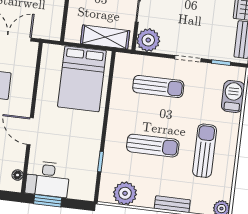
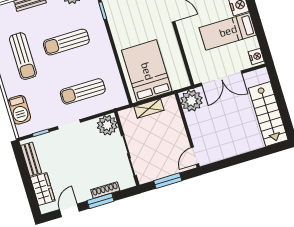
plant: (49, 27) -> (191, 101), added
shelving: (105, 37) -> (149, 108), width x0.67, depth x0.75

